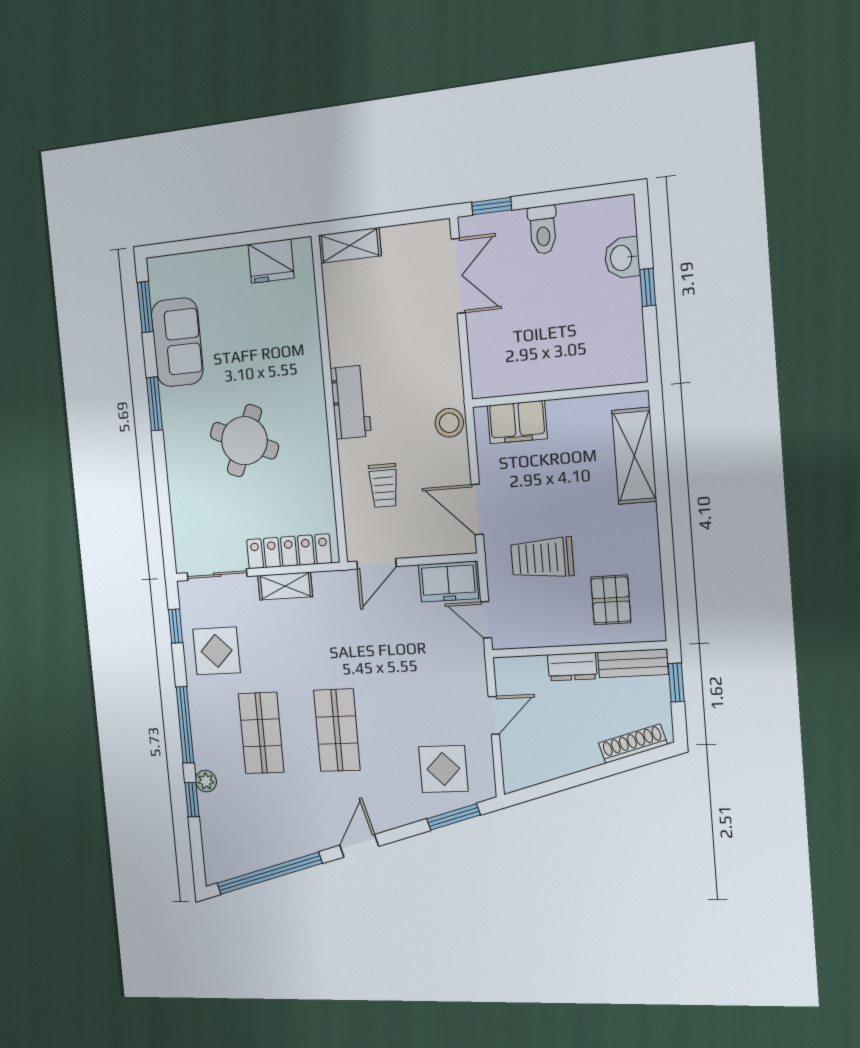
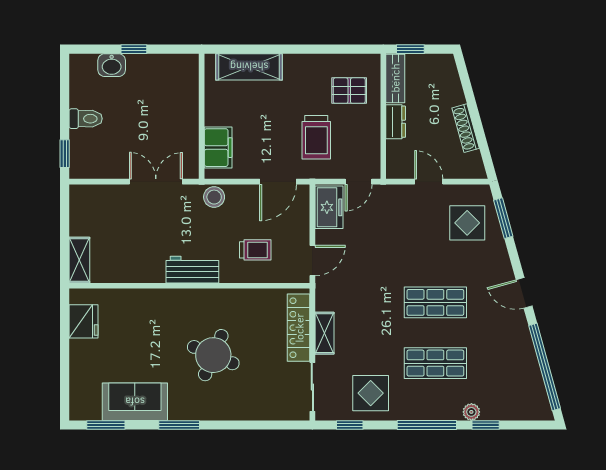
double door: (458, 276) -> (156, 182), moved
door: (376, 564) -> (312, 261), hinge flipped
shoe rack: (633, 744) -> (466, 128), moved

